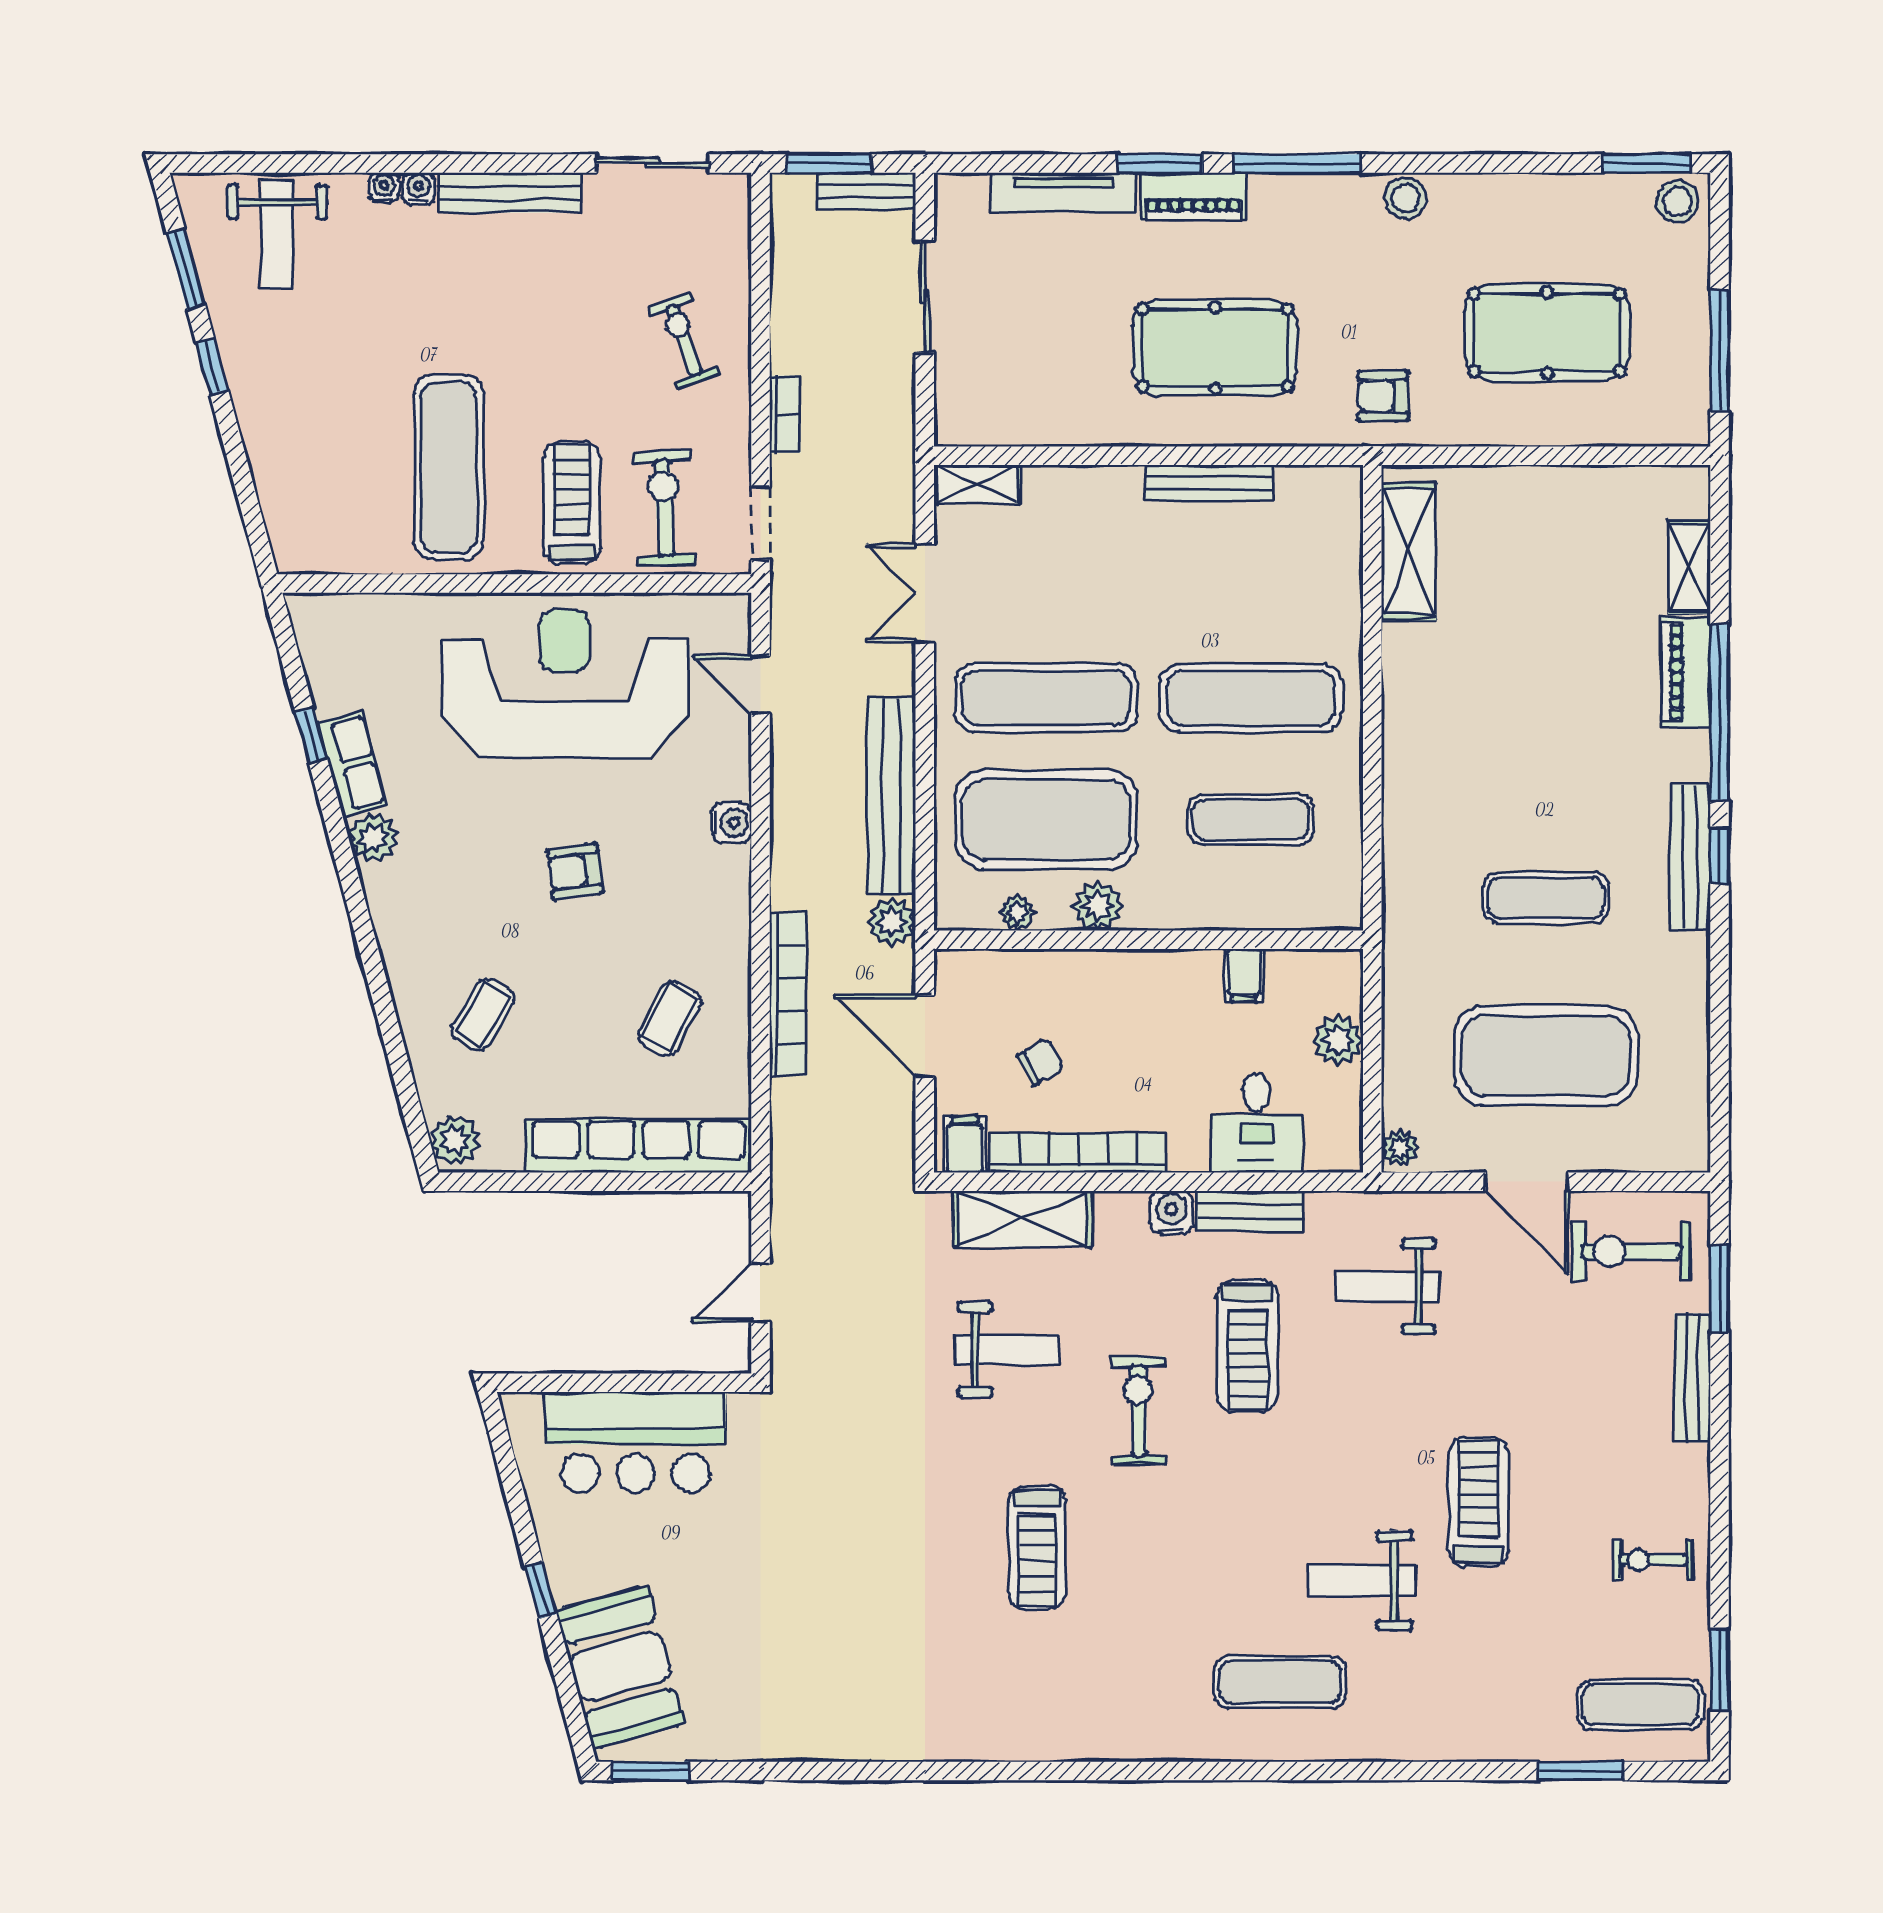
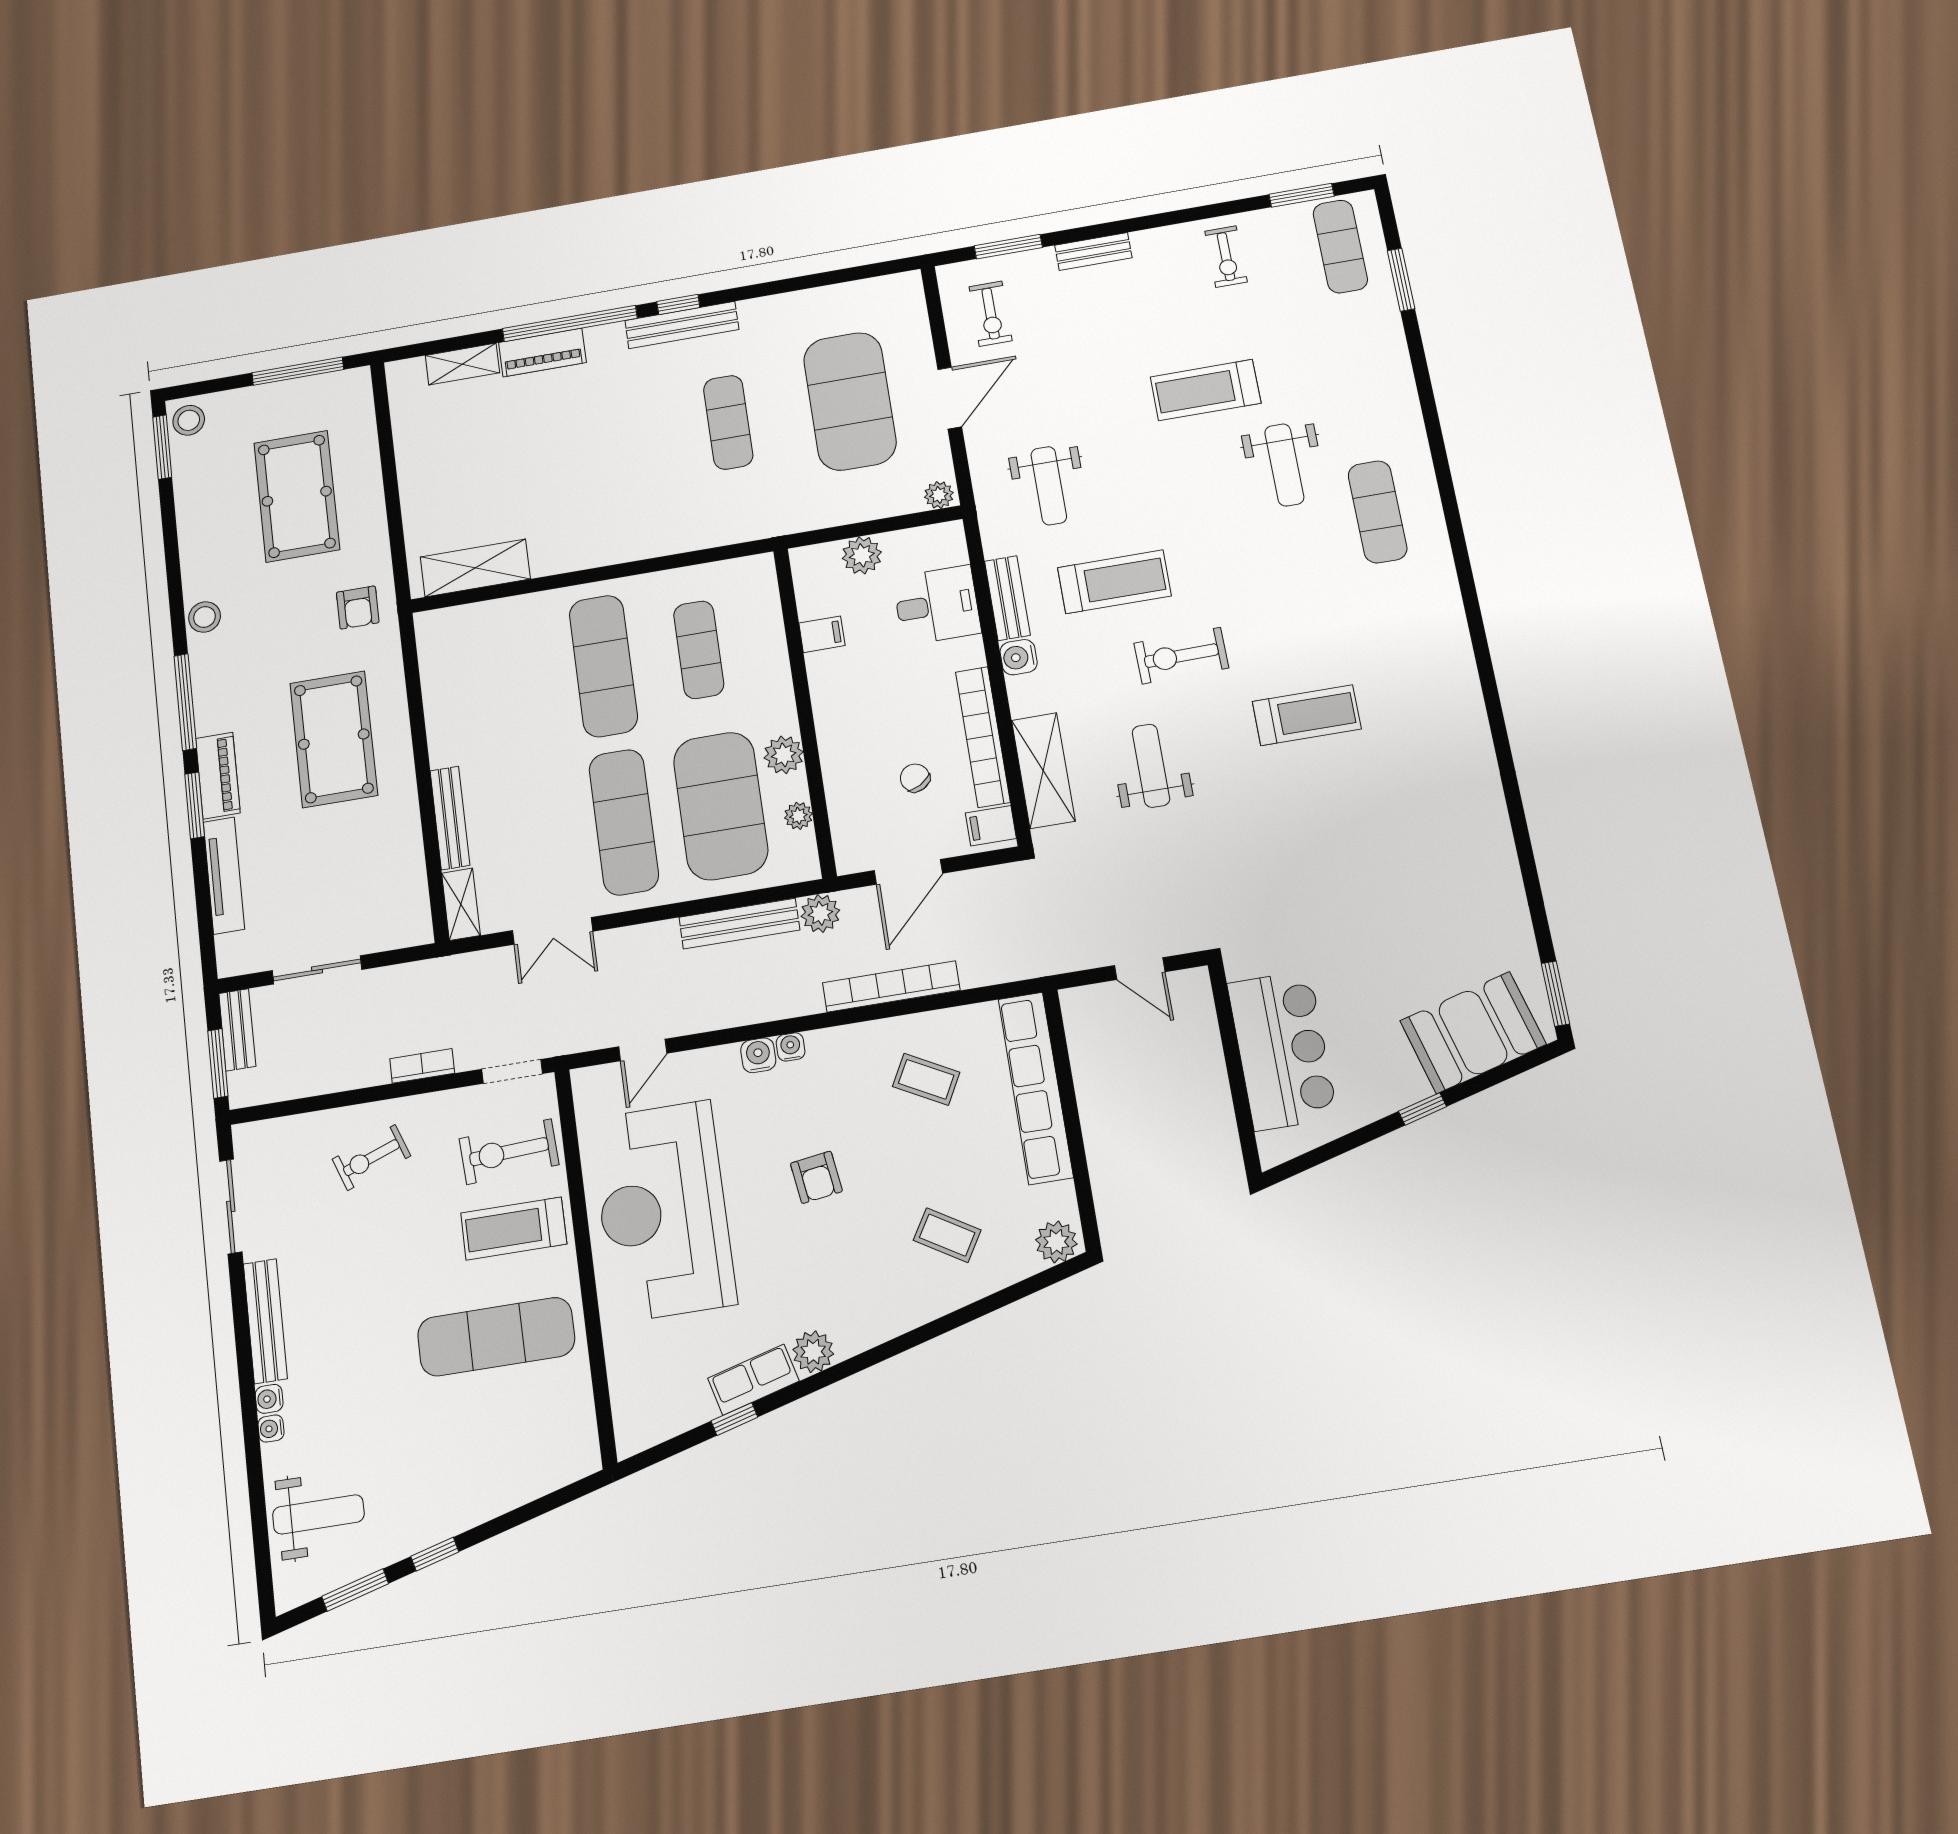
bench: (1209, 483) -> (450, 818), moved
bench: (891, 796) -> (739, 924), width x0.73, depth x0.82
water cooler: (735, 863) -> (791, 1047), added
exercise bike: (1632, 1251) -> (991, 314), width x0.73, depth x0.72
bench: (1692, 1378) -> (1093, 251), width x0.73

